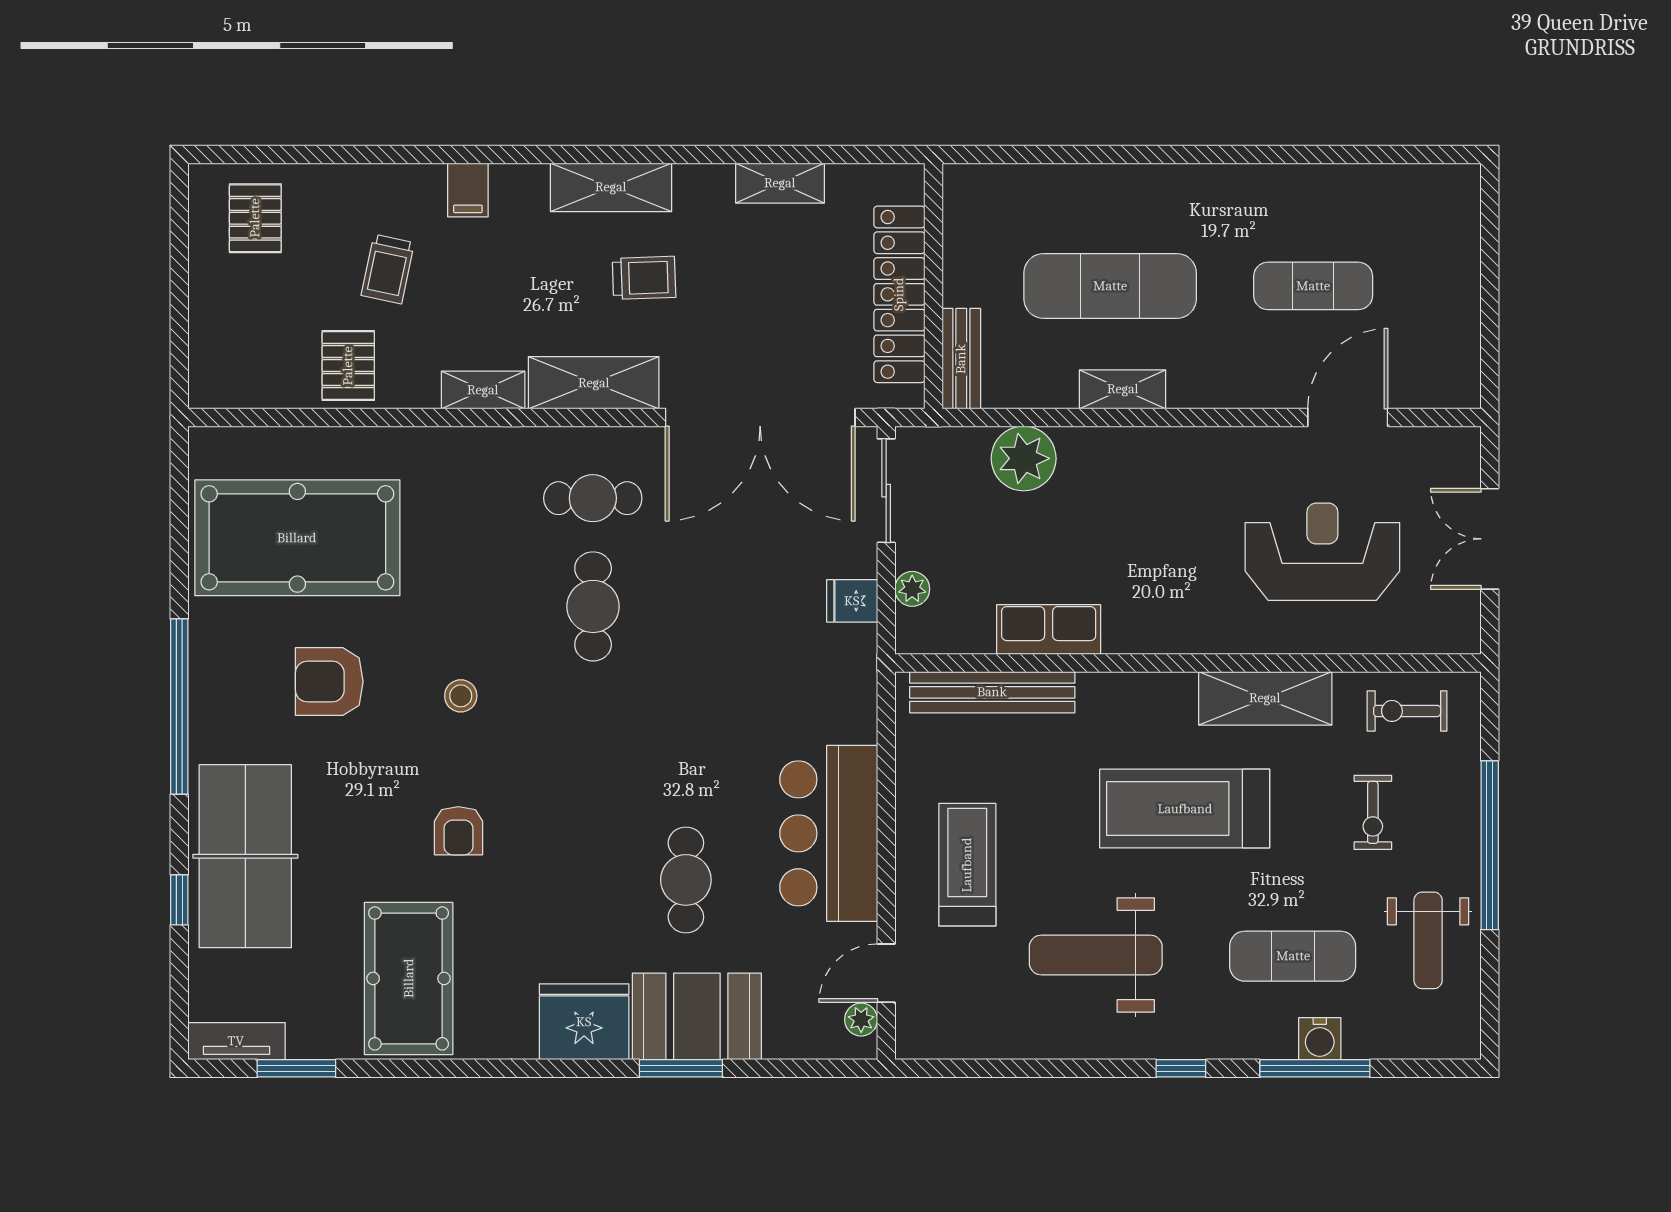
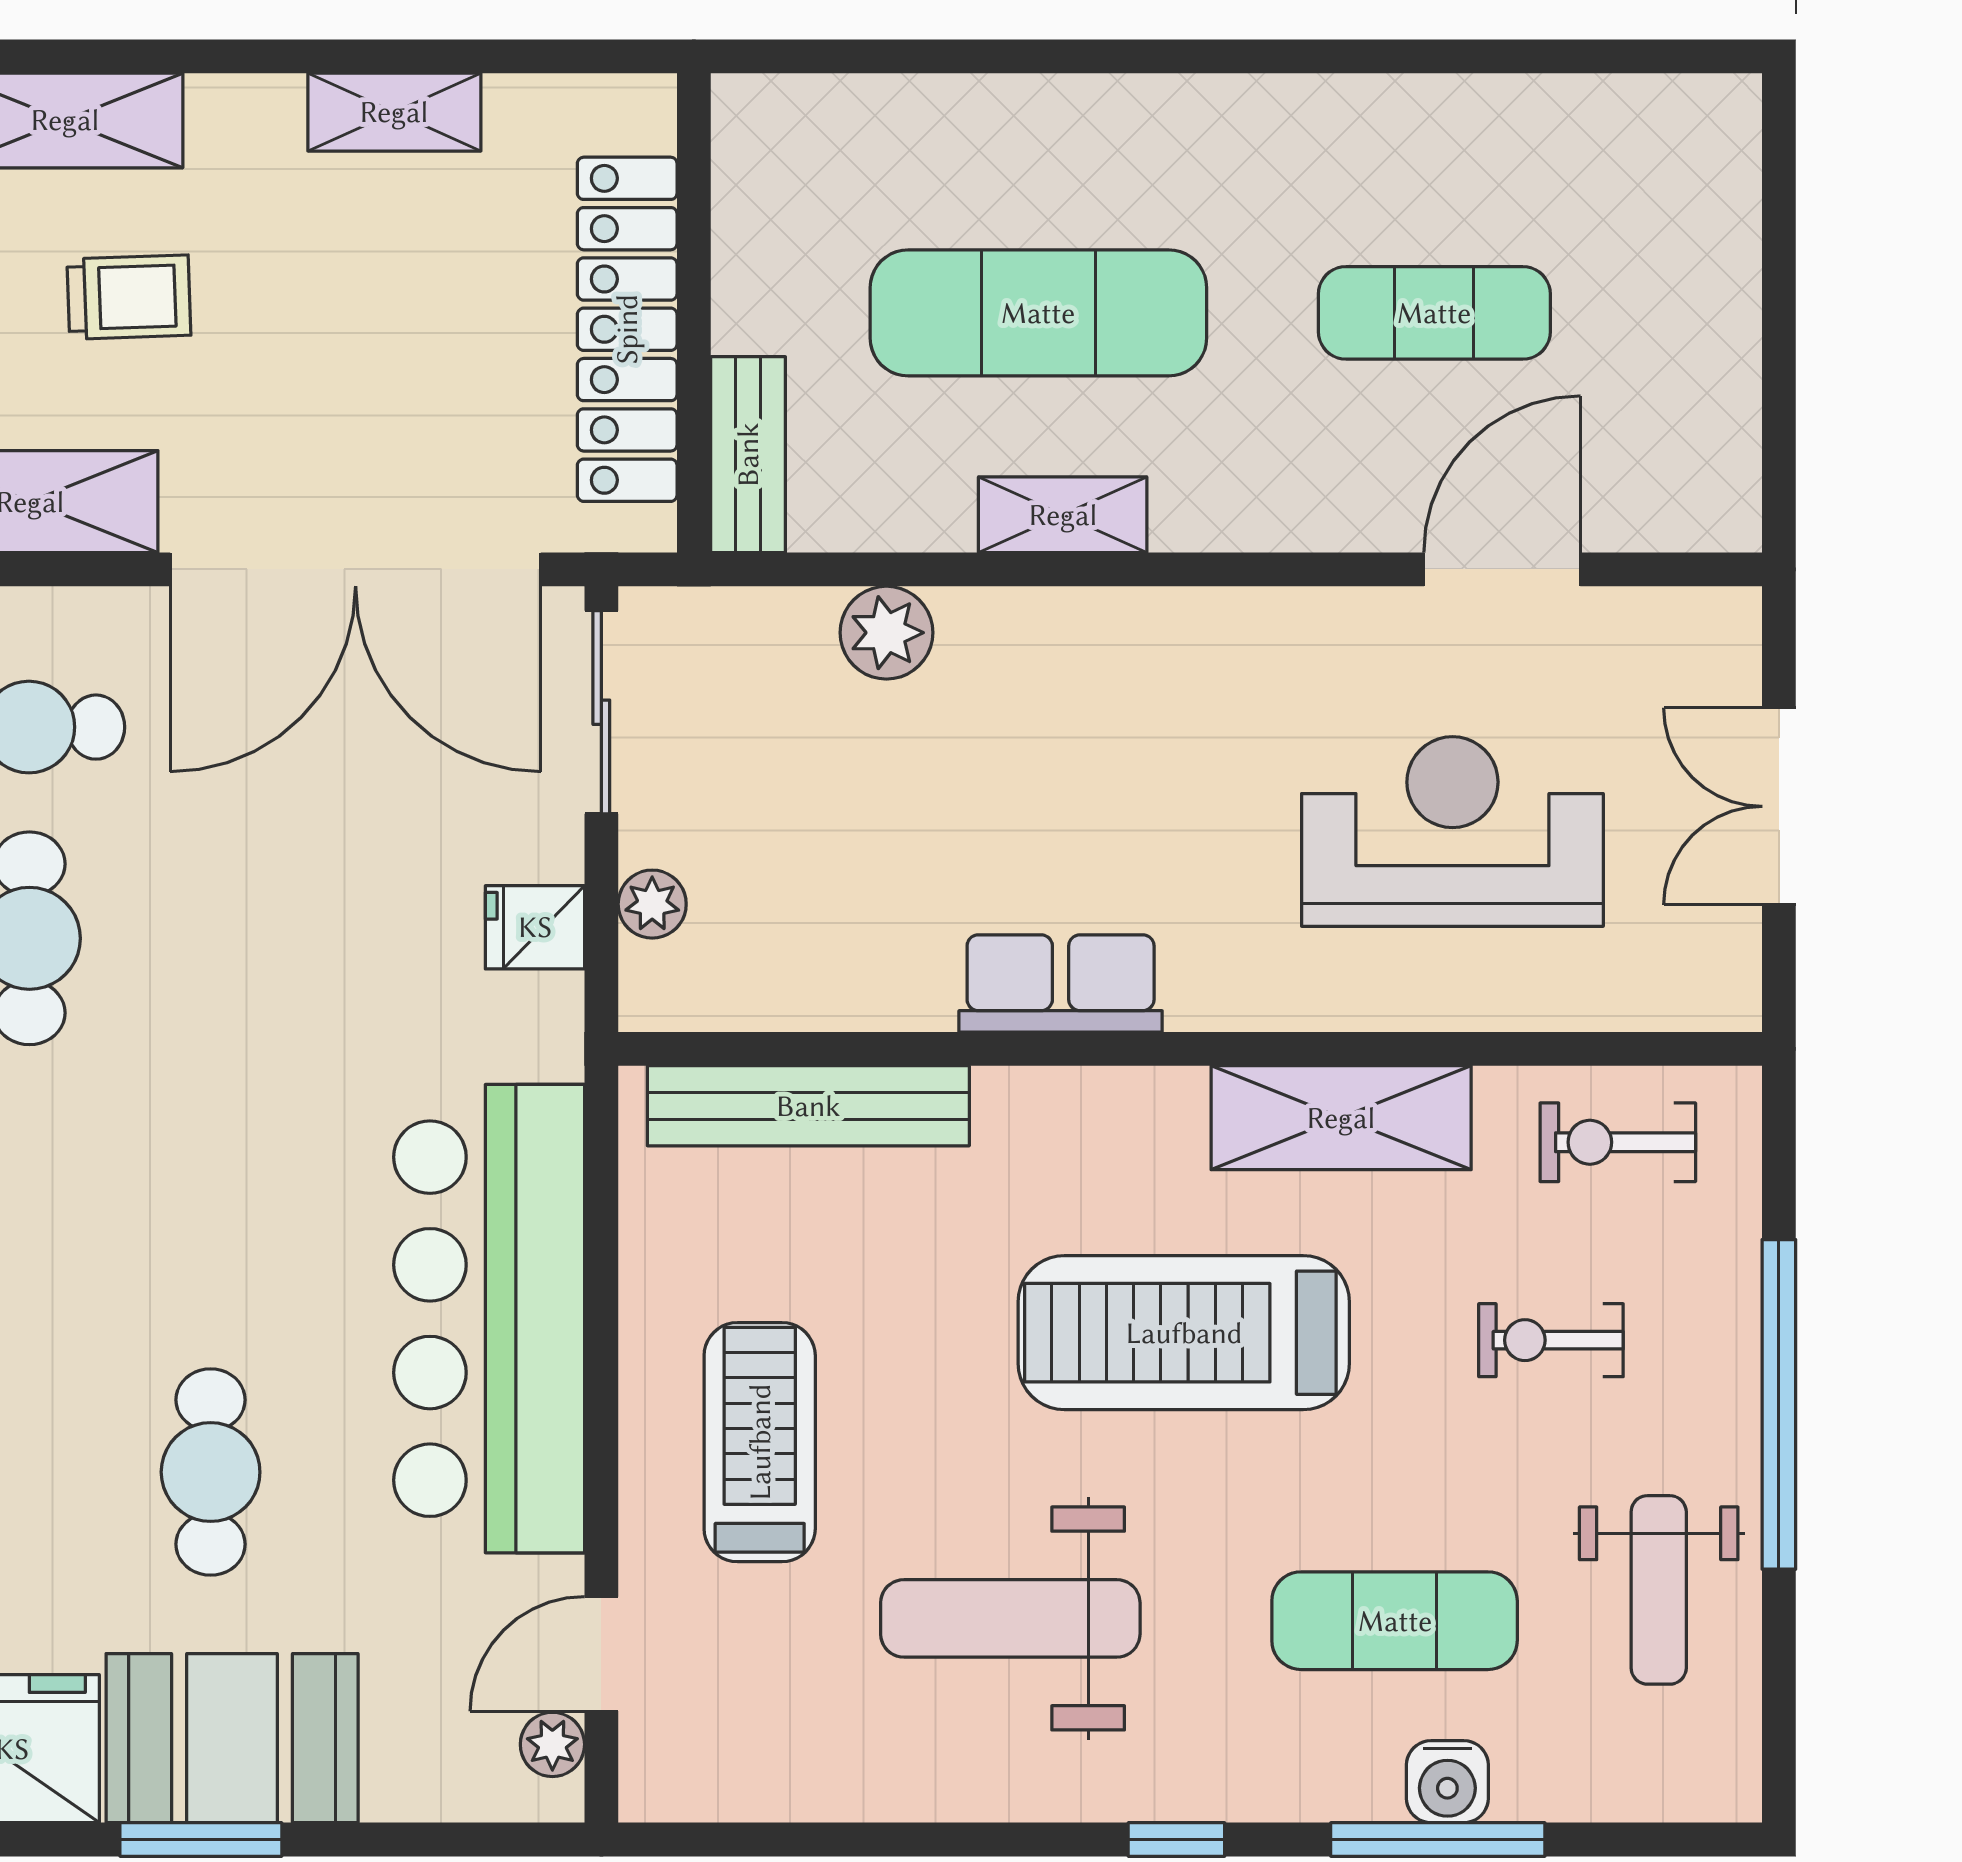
plant: (1024, 458) -> (886, 633), width x0.73, depth x0.73
row of seats: (1049, 630) -> (1061, 983), moved
exercise bike: (1373, 812) -> (1551, 1340), turned 90
bar counter: (829, 833) -> (489, 1319), width x1.36

